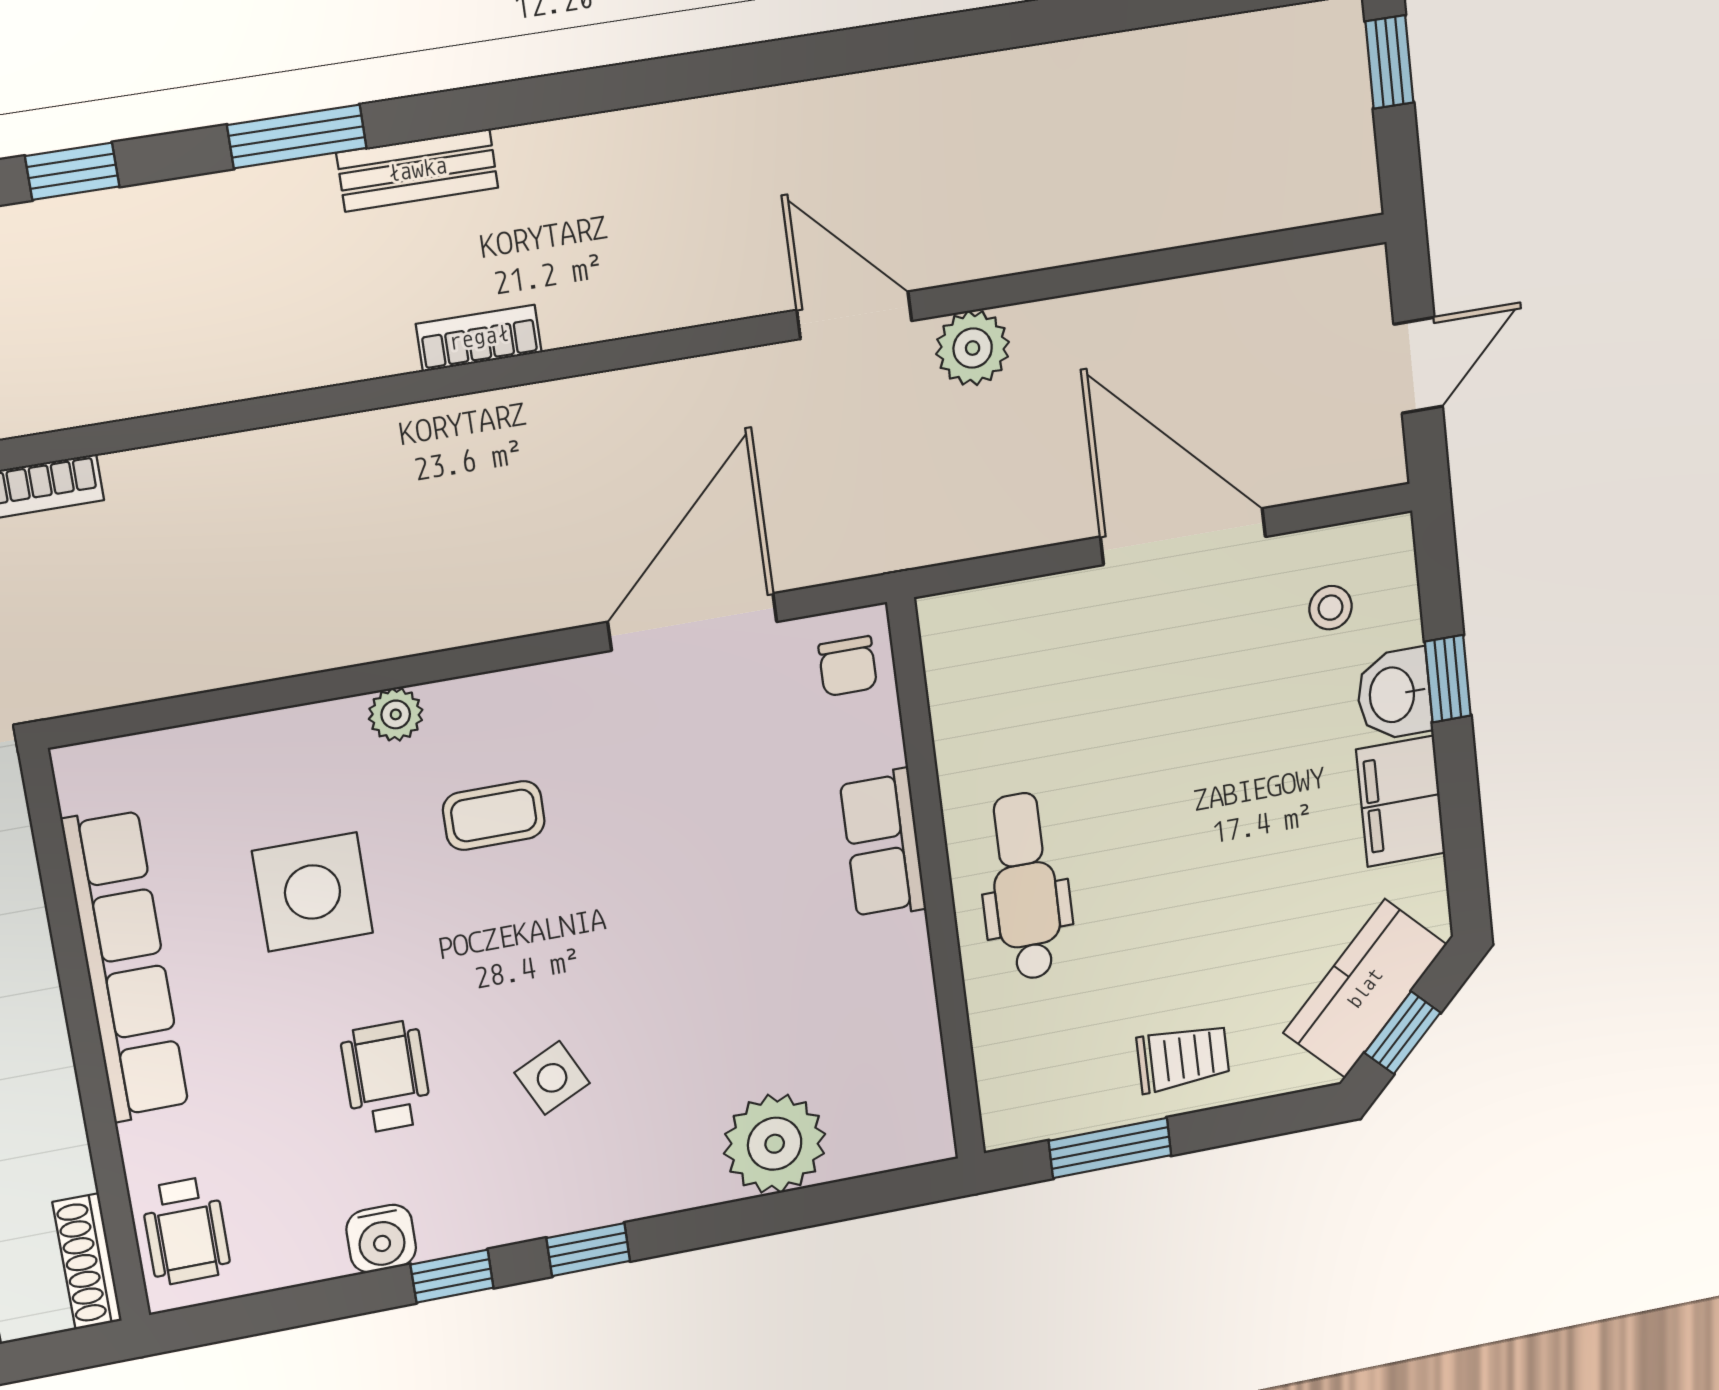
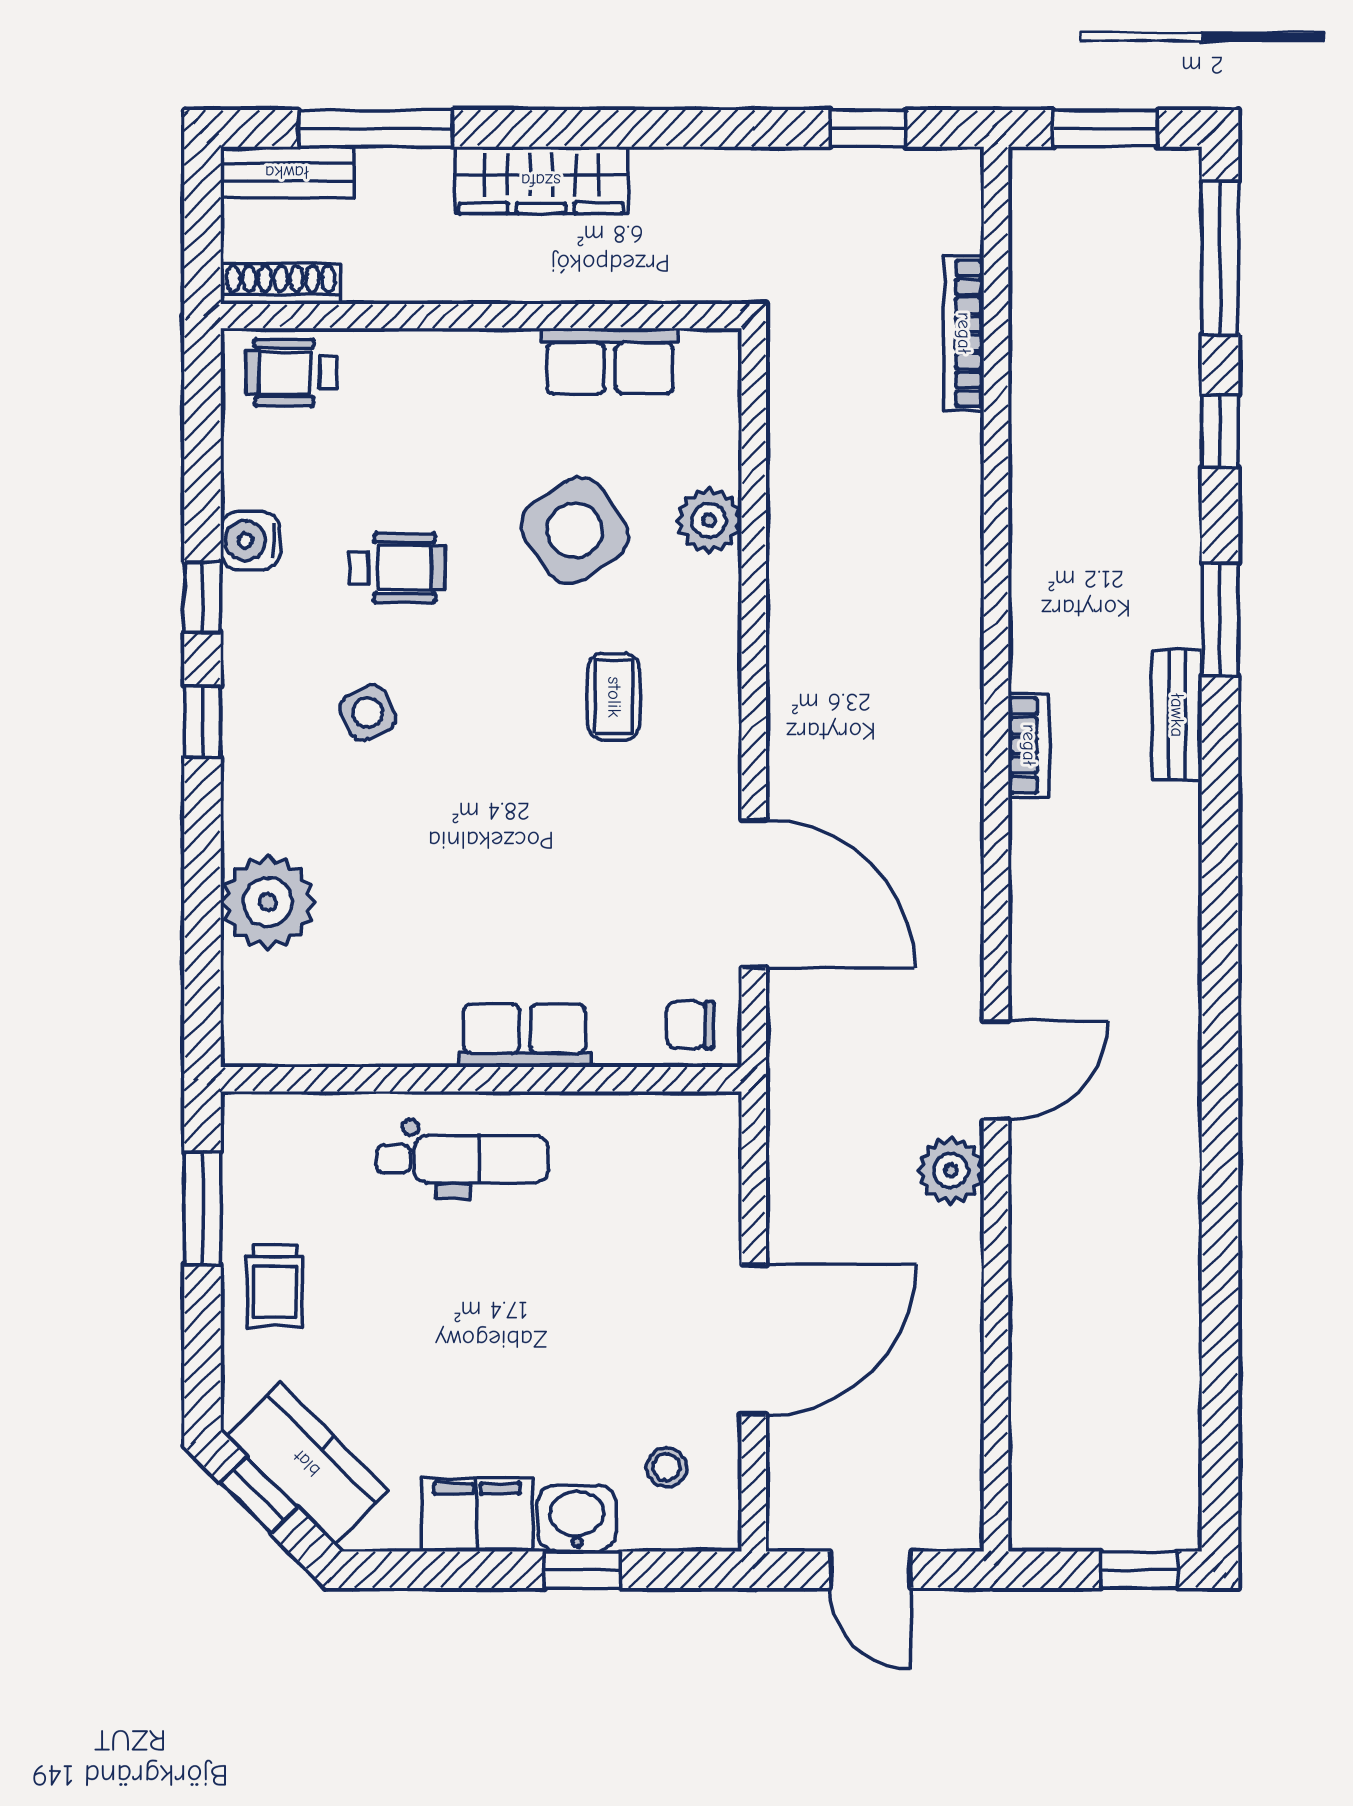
plant: (396, 714) -> (709, 520), moved, width x1.38, depth x1.38
side table: (313, 892) -> (575, 530), turned -34
row of seats: (125, 965) -> (610, 361), width x0.50

